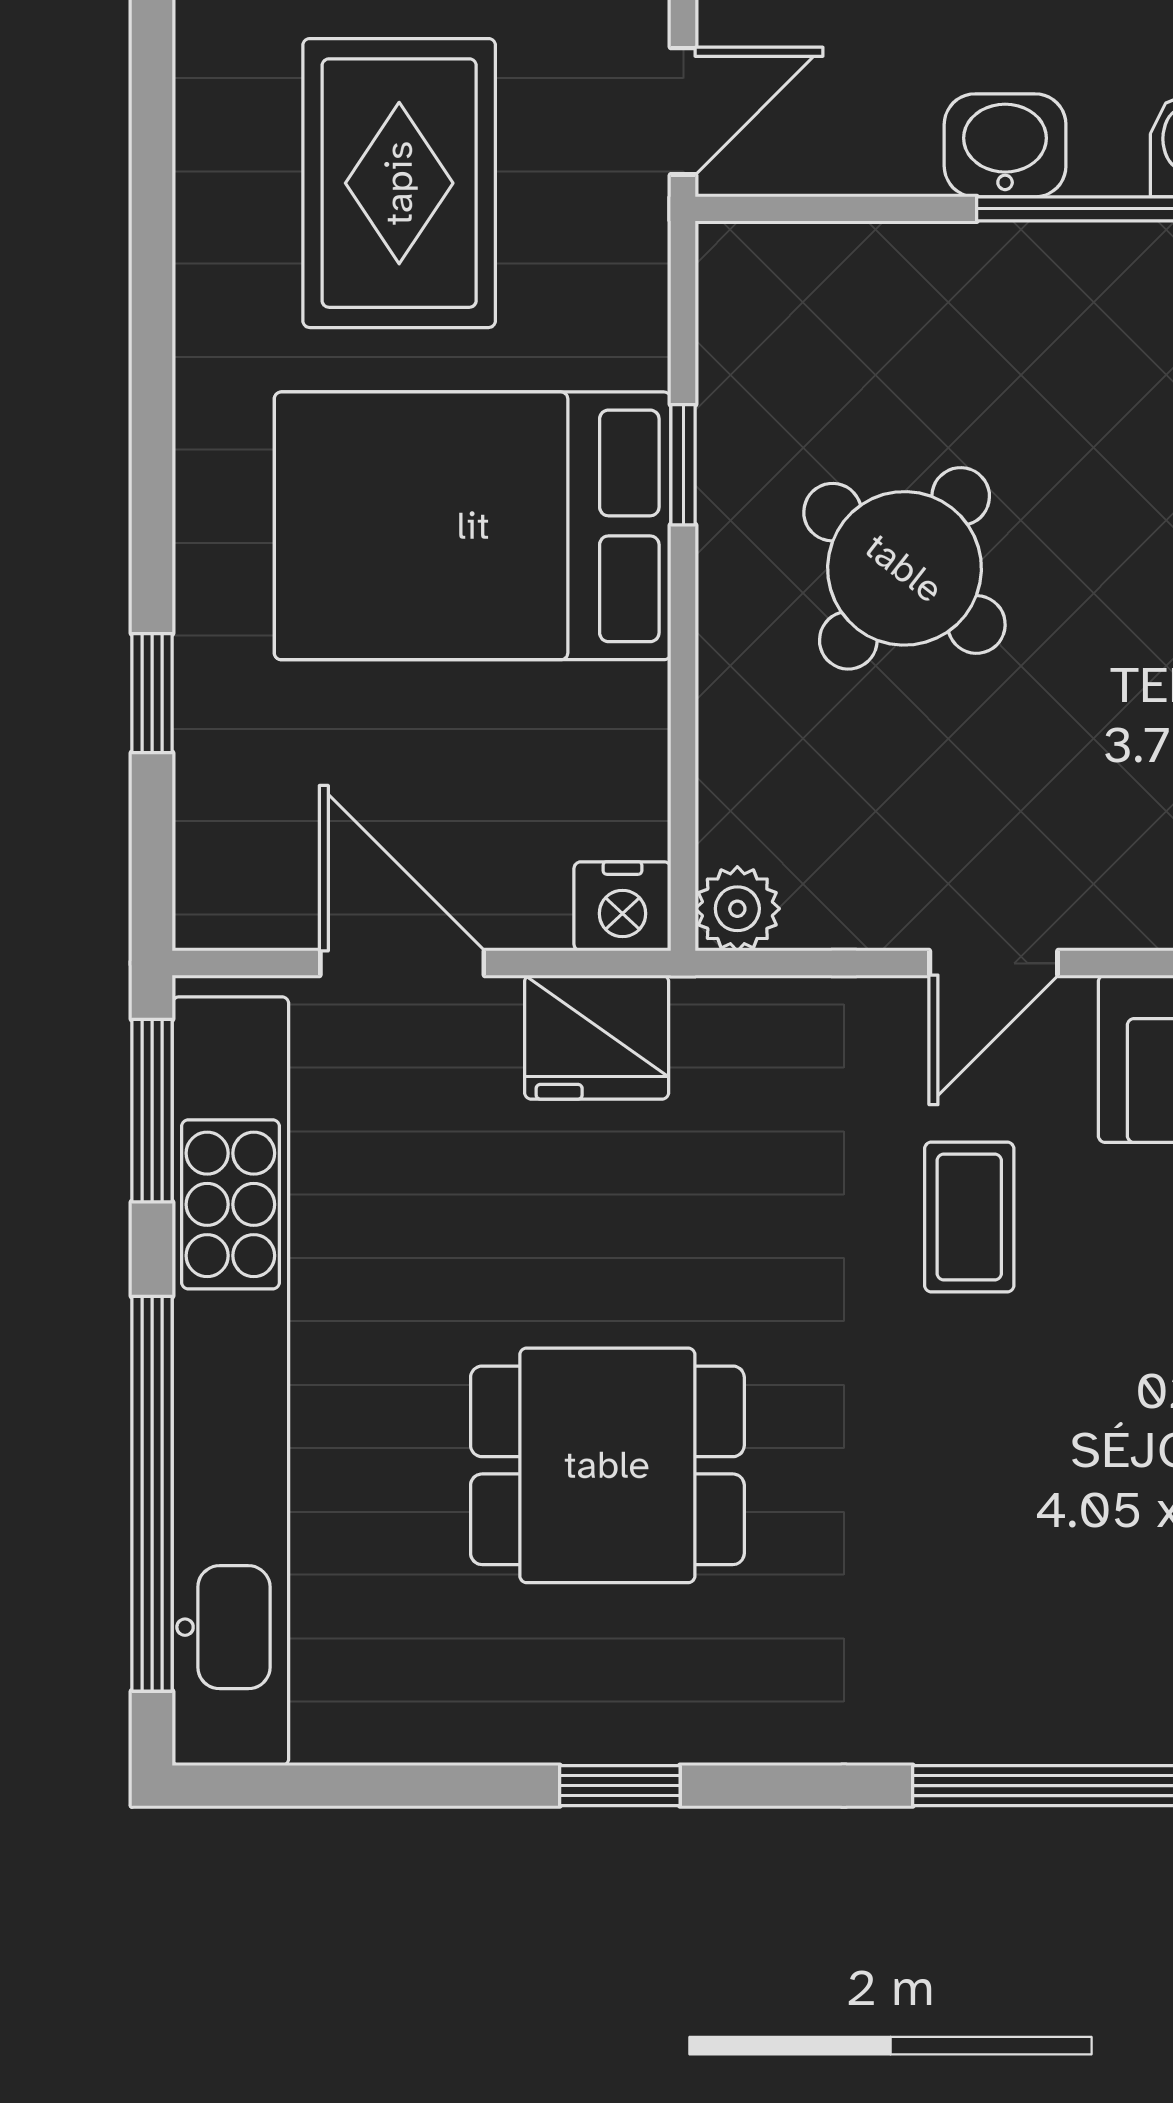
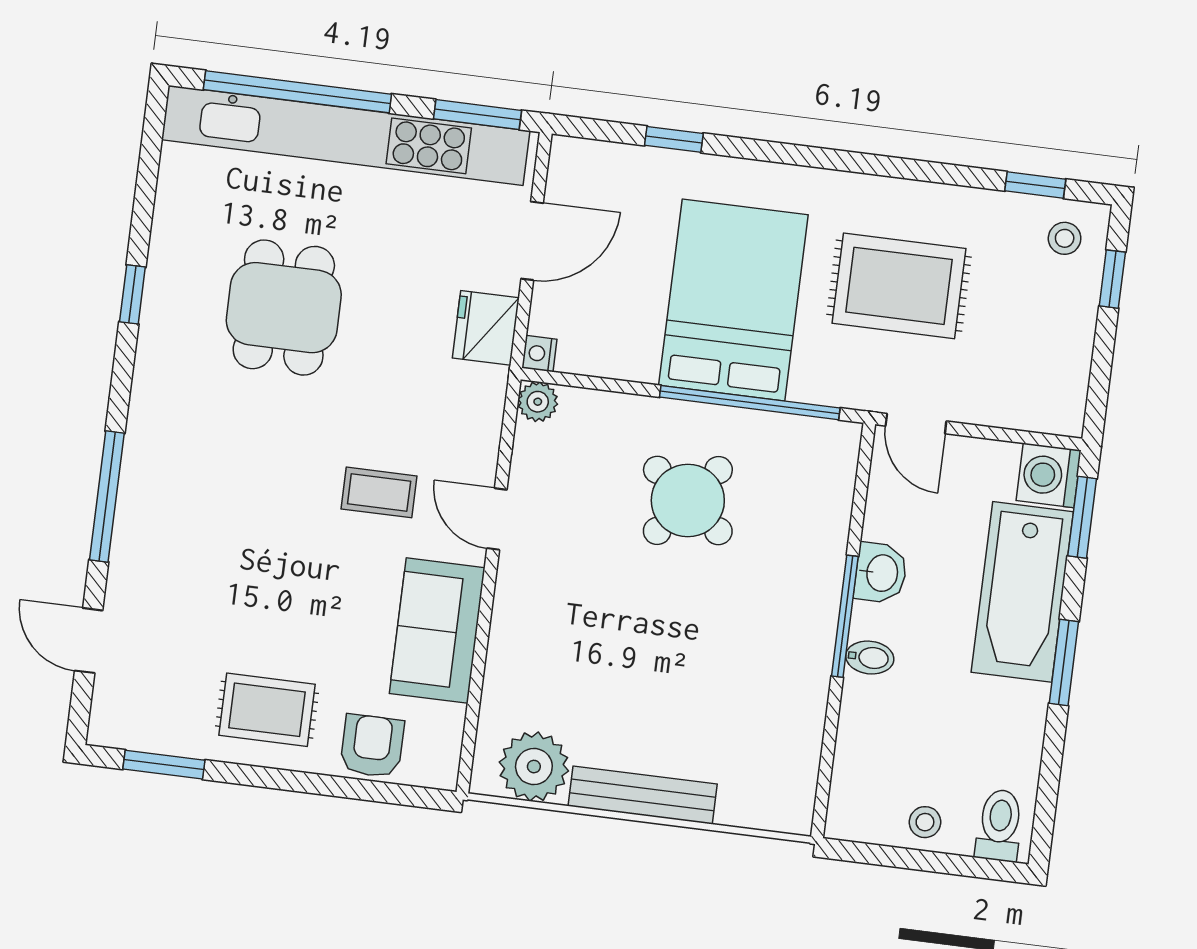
window: (683, 465) -> (750, 403), width x3.17
nightstand: (622, 906) -> (539, 354), width x0.72, depth x0.74

